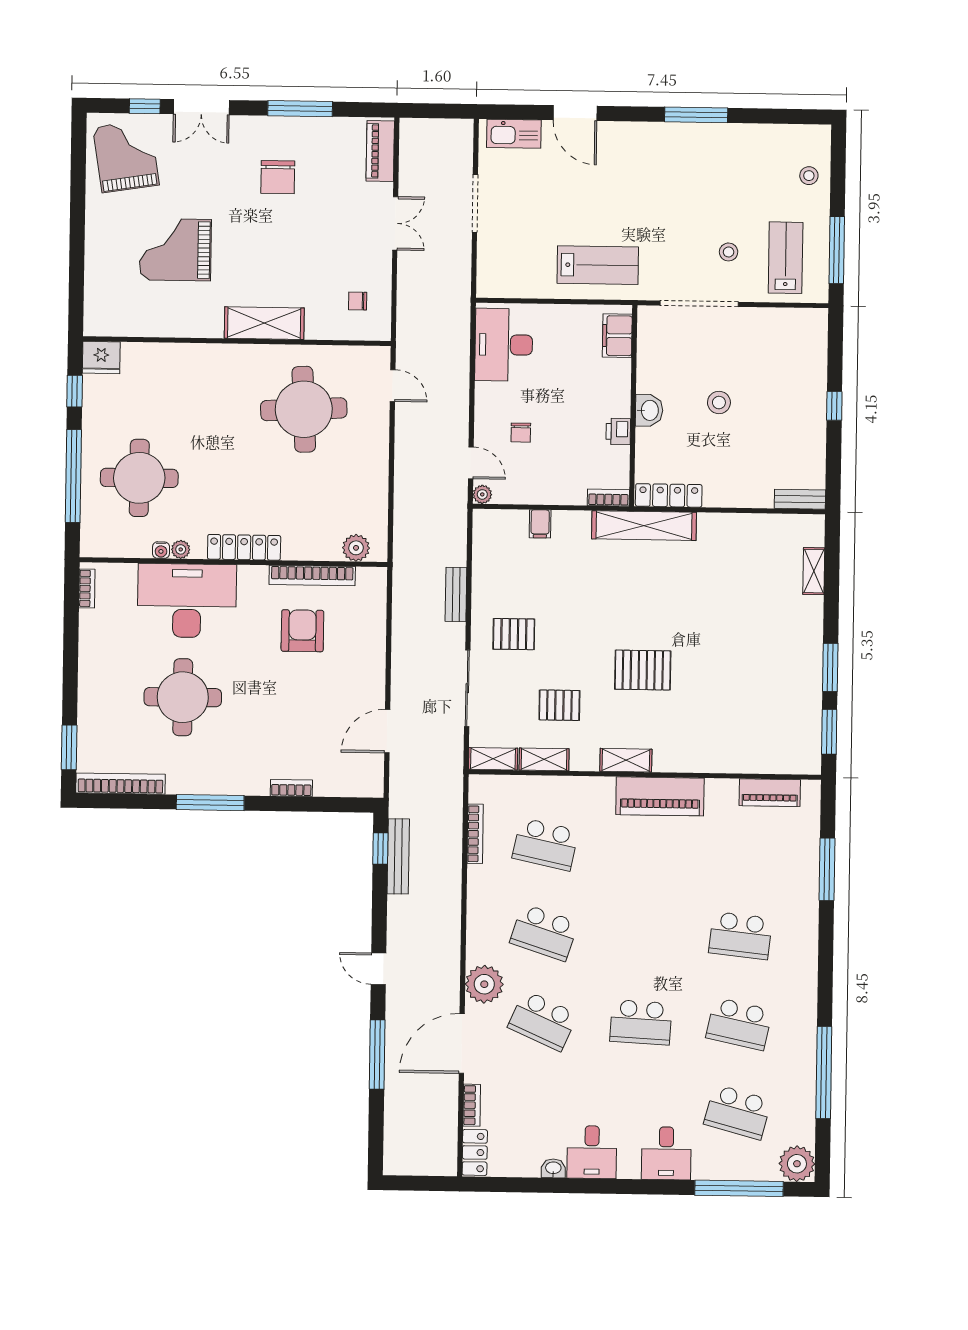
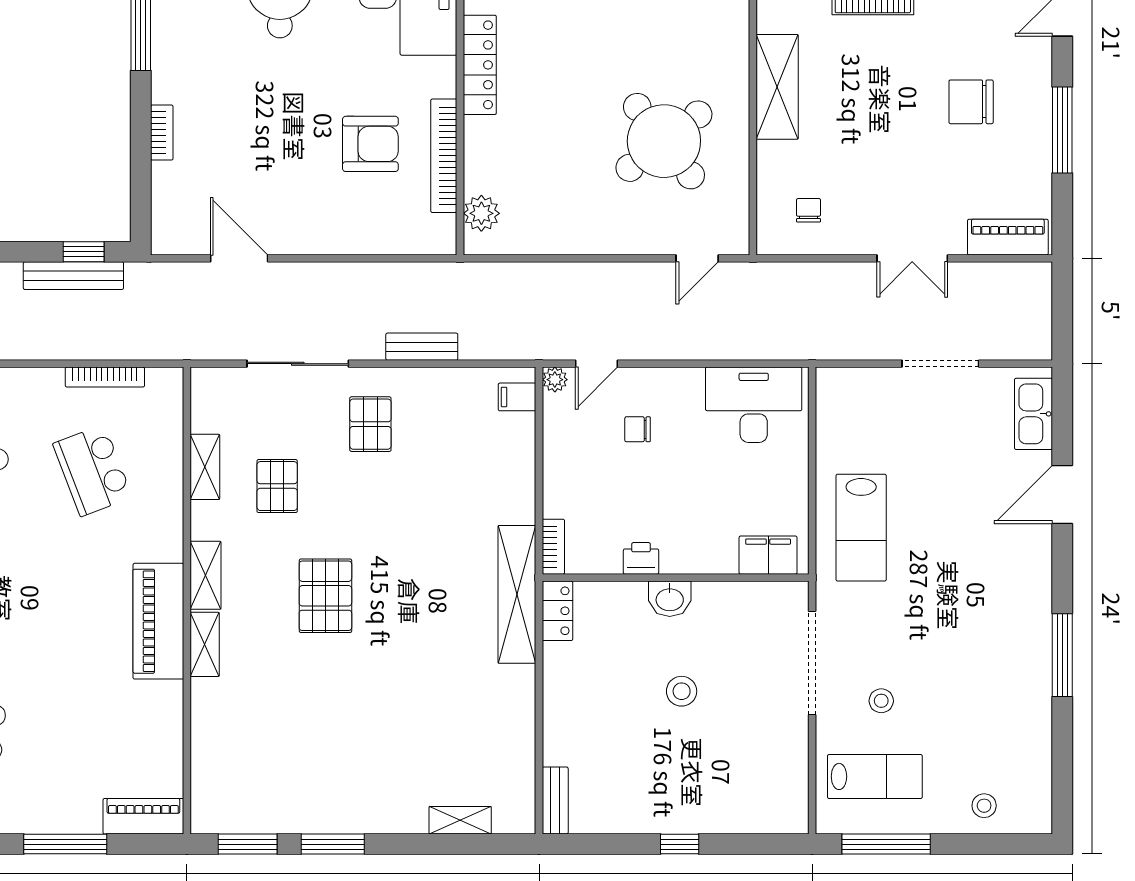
round table: (304, 409) -> (664, 141), turned -35
locker: (669, 495) -> (557, 611), width x0.66
filing cabinet: (540, 524) -> (517, 397), moved
shelving: (493, 759) -> (205, 644), moved
piano: (770, 793) -> (143, 816), moved, turned 90
school desk: (545, 844) -> (92, 470), turned -33

